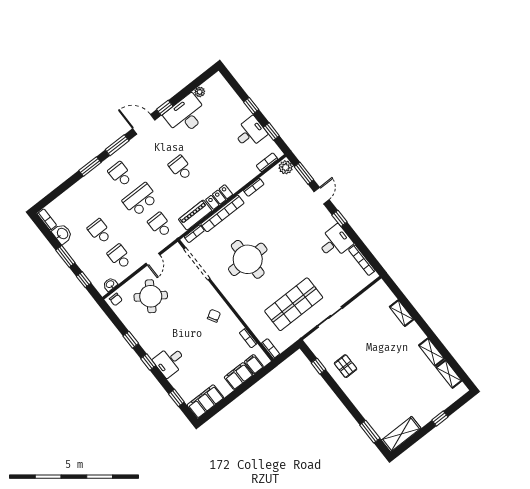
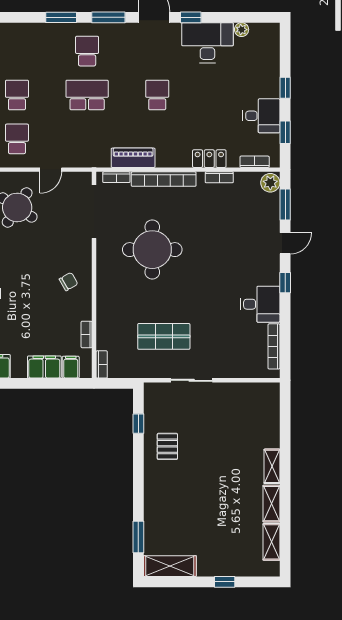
locker: (219, 197) -> (209, 159), moved
school desk: (160, 225) -> (87, 139), removed
shop shelf: (294, 304) -> (164, 336), width x0.70, depth x0.74
shelving: (402, 313) -> (272, 466), moved

